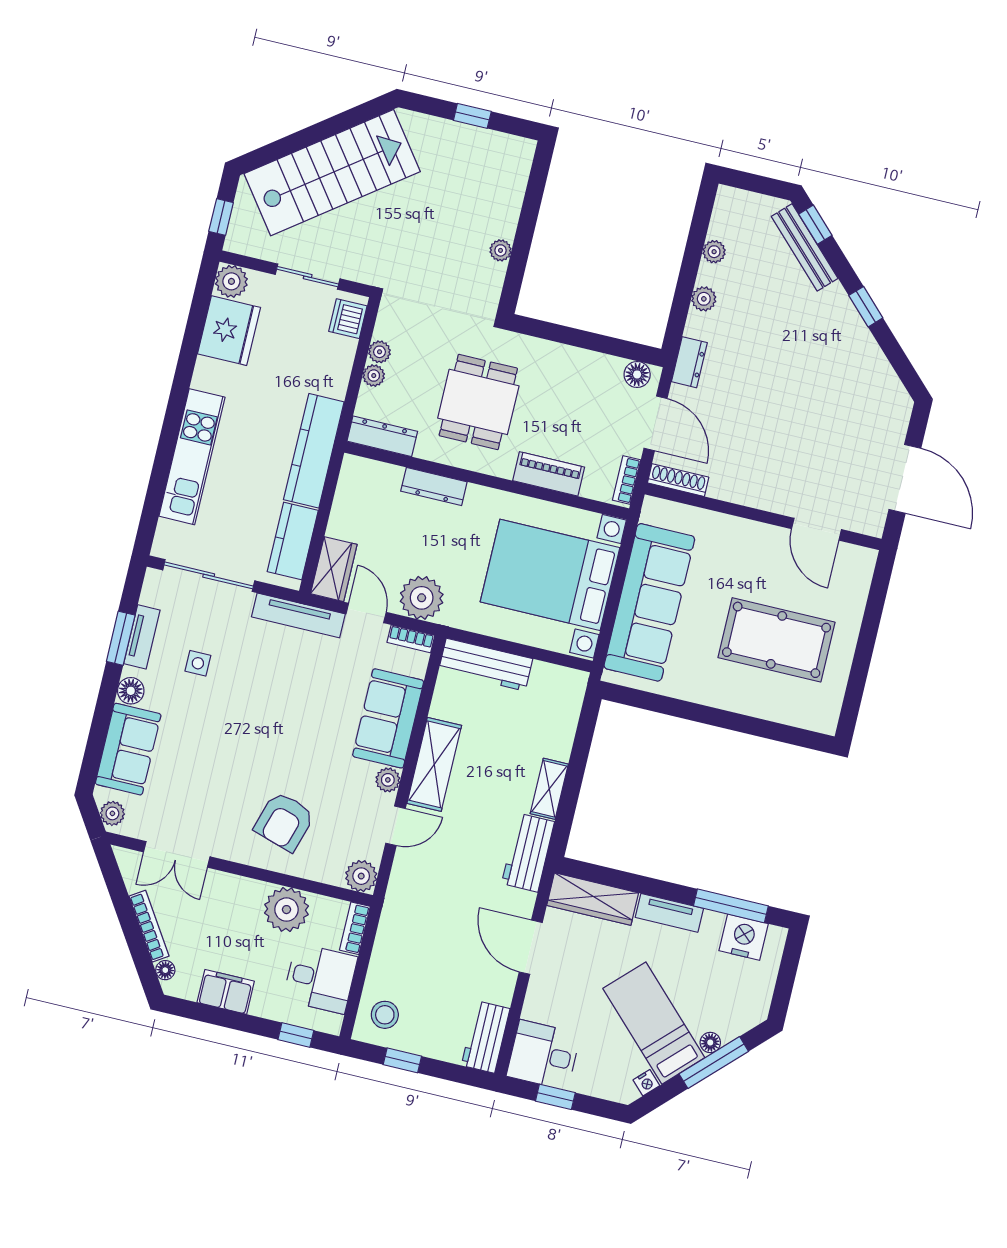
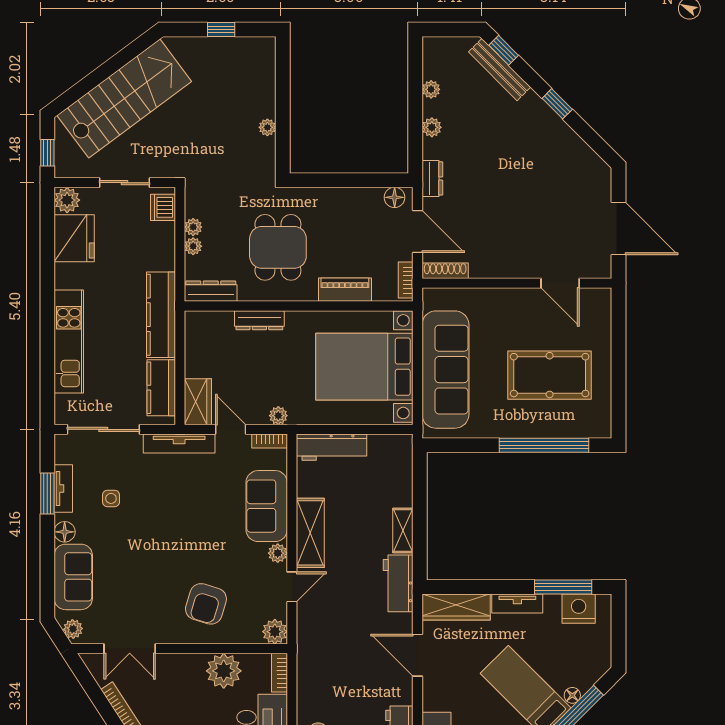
plant: (422, 598) -> (278, 416), width x0.53, depth x0.53
window: (749, 725) -> (544, 445), added

